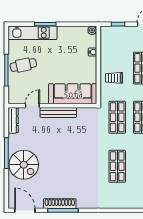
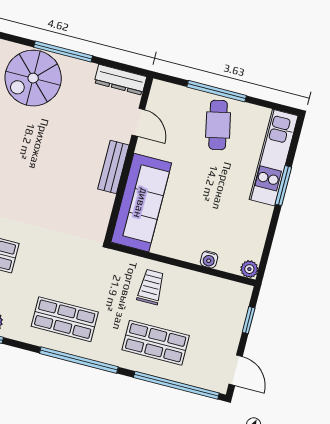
bench: (58, 112) -> (113, 167), width x0.73
shop shelf: (117, 117) -> (76, 274), removed

